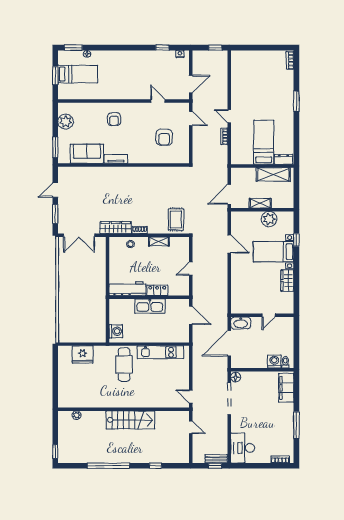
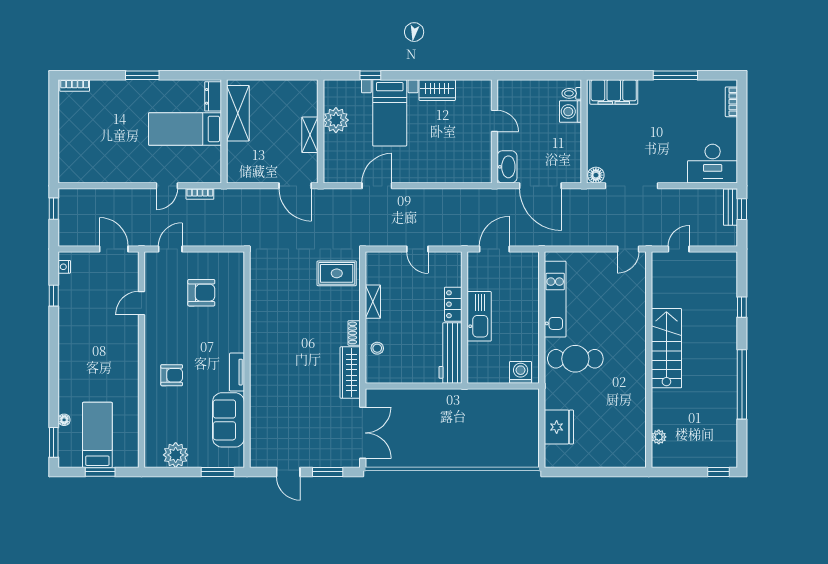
bed: (264, 142) -> (185, 129), moved
dresser: (284, 159) -> (213, 96), moved
wall: (262, 166) -> (224, 131), moved
shelving: (273, 174) -> (238, 113), moved

